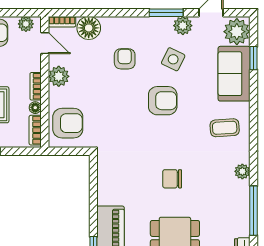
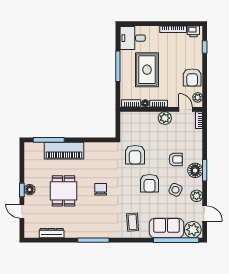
window: (166, 13) -> (205, 170), moved
floor lamp: (89, 28) -> (195, 170), moved
door: (45, 43) -> (186, 109), swing flipped
window: (254, 58) -> (176, 240), width x3.17
armchair: (68, 123) -> (135, 155), moved
plant: (242, 171) -> (105, 233), removed
window: (254, 211) -> (93, 240), moved

